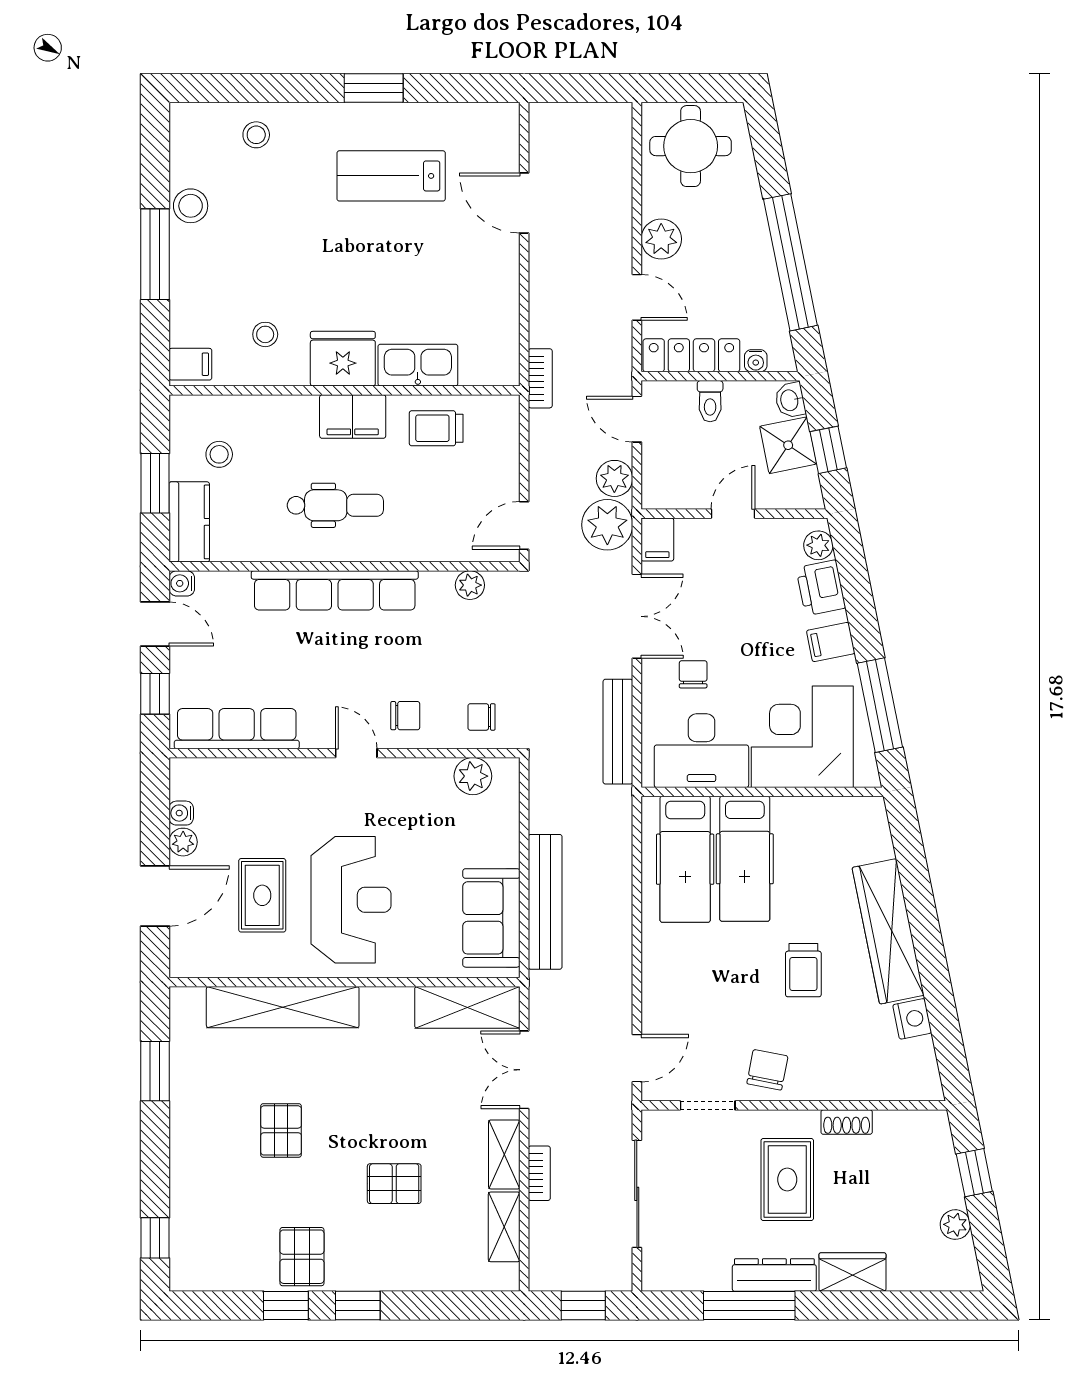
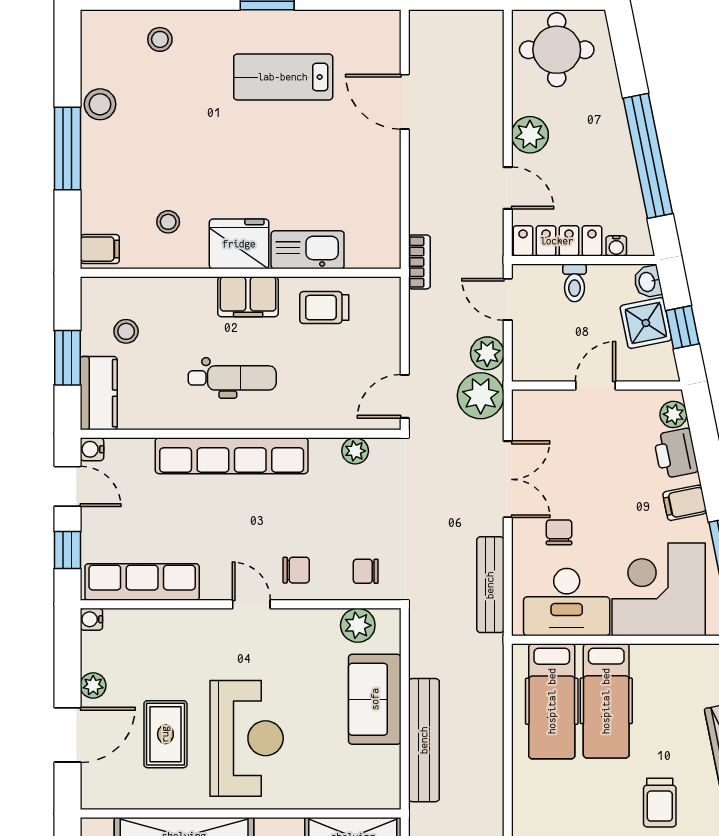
filing cabinet: (657, 539) -> (526, 409), removed
water cooler: (181, 813) -> (91, 619), moved
sofa: (491, 918) -> (375, 699), moved

